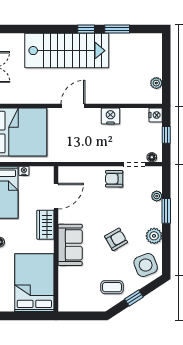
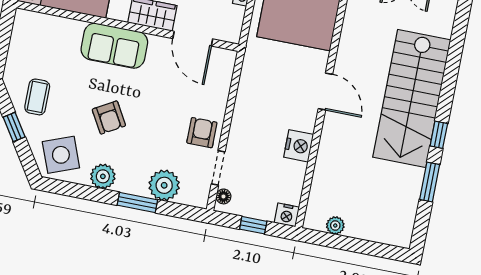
plant: (157, 196) -> (164, 185), width x1.88, depth x1.88

